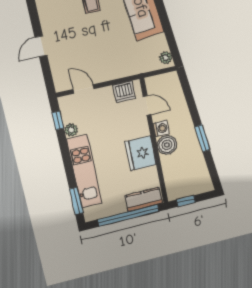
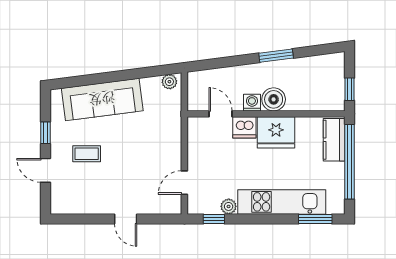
dishwasher: (124, 92) -> (244, 127), moved, turned 90
door: (147, 106) -> (221, 114), hinge flipped

